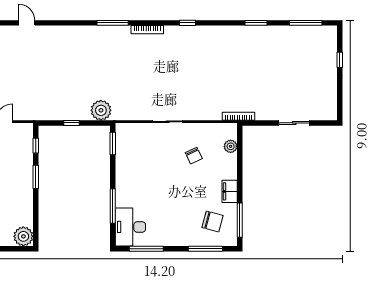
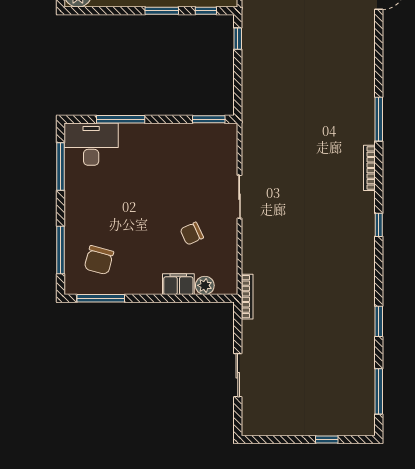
plant: (101, 110) -> (256, 103), removed
window: (71, 123) -> (238, 39), moved
filing cabinet: (230, 191) -> (178, 284), moved

